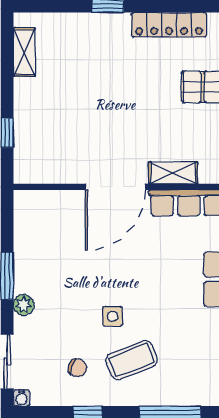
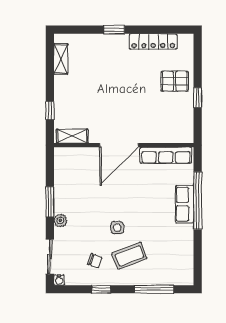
shelving: (173, 173) -> (72, 136), moved

